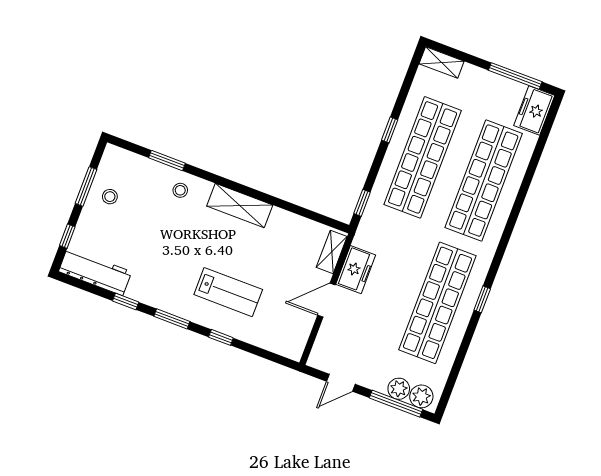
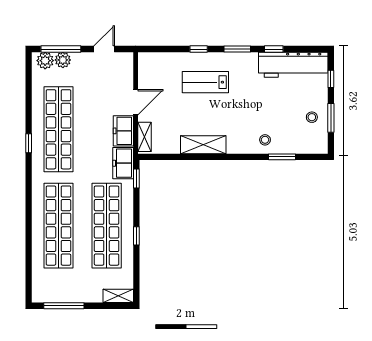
freezer: (534, 110) -> (123, 163), moved, turned 180
shelving: (240, 206) -> (203, 145), moved
workbench: (95, 272) -> (293, 65), width x1.36, depth x1.32

